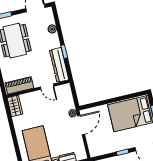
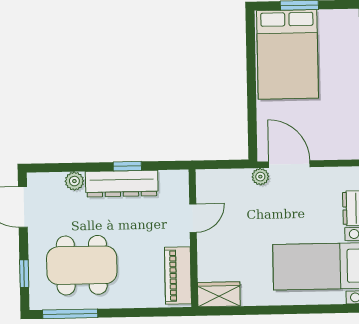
dresser: (59, 65) -> (122, 184), moved

